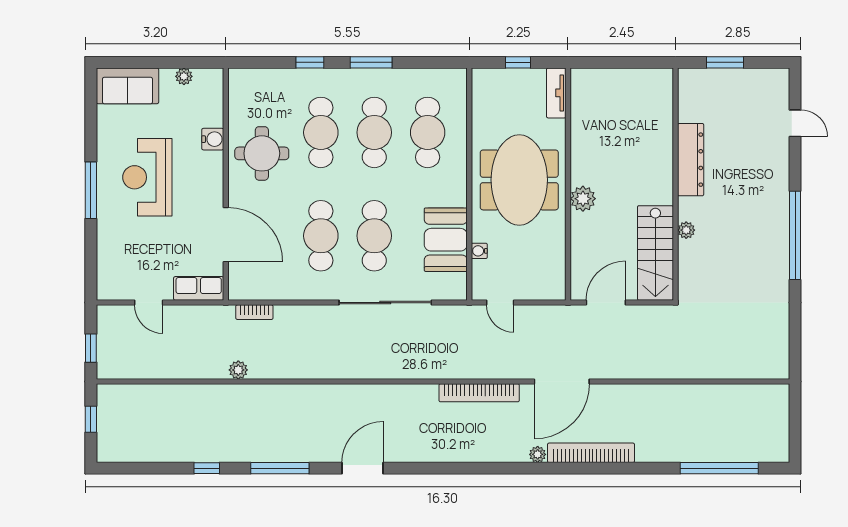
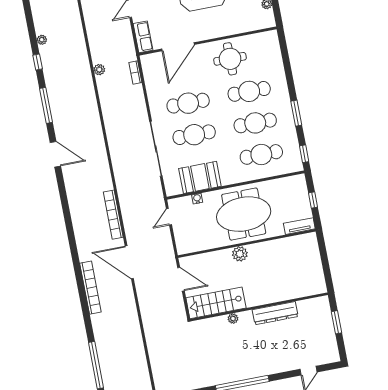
window: (310, 62) -> (304, 154), moved
water cooler: (213, 139) -> (233, 28), removed
plant: (538, 454) -> (42, 40), moved

